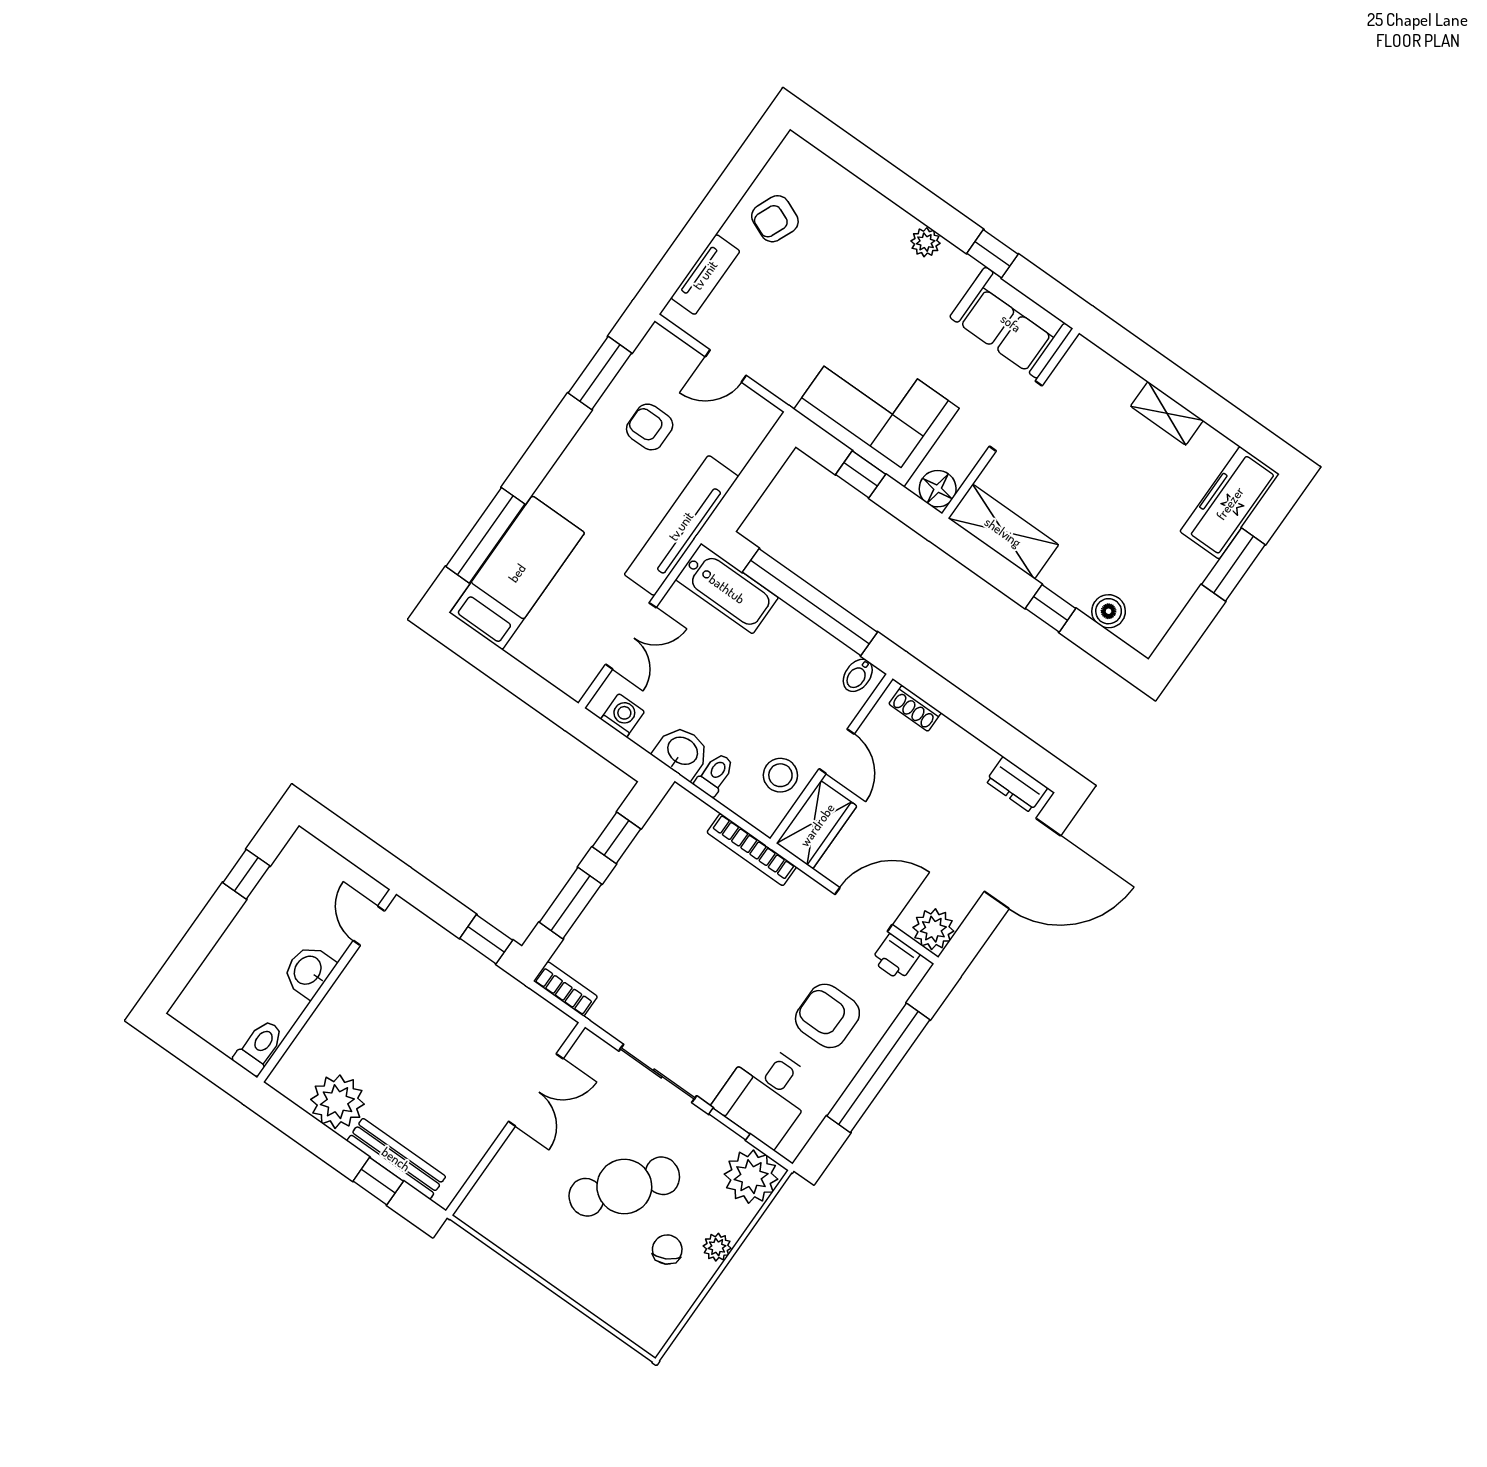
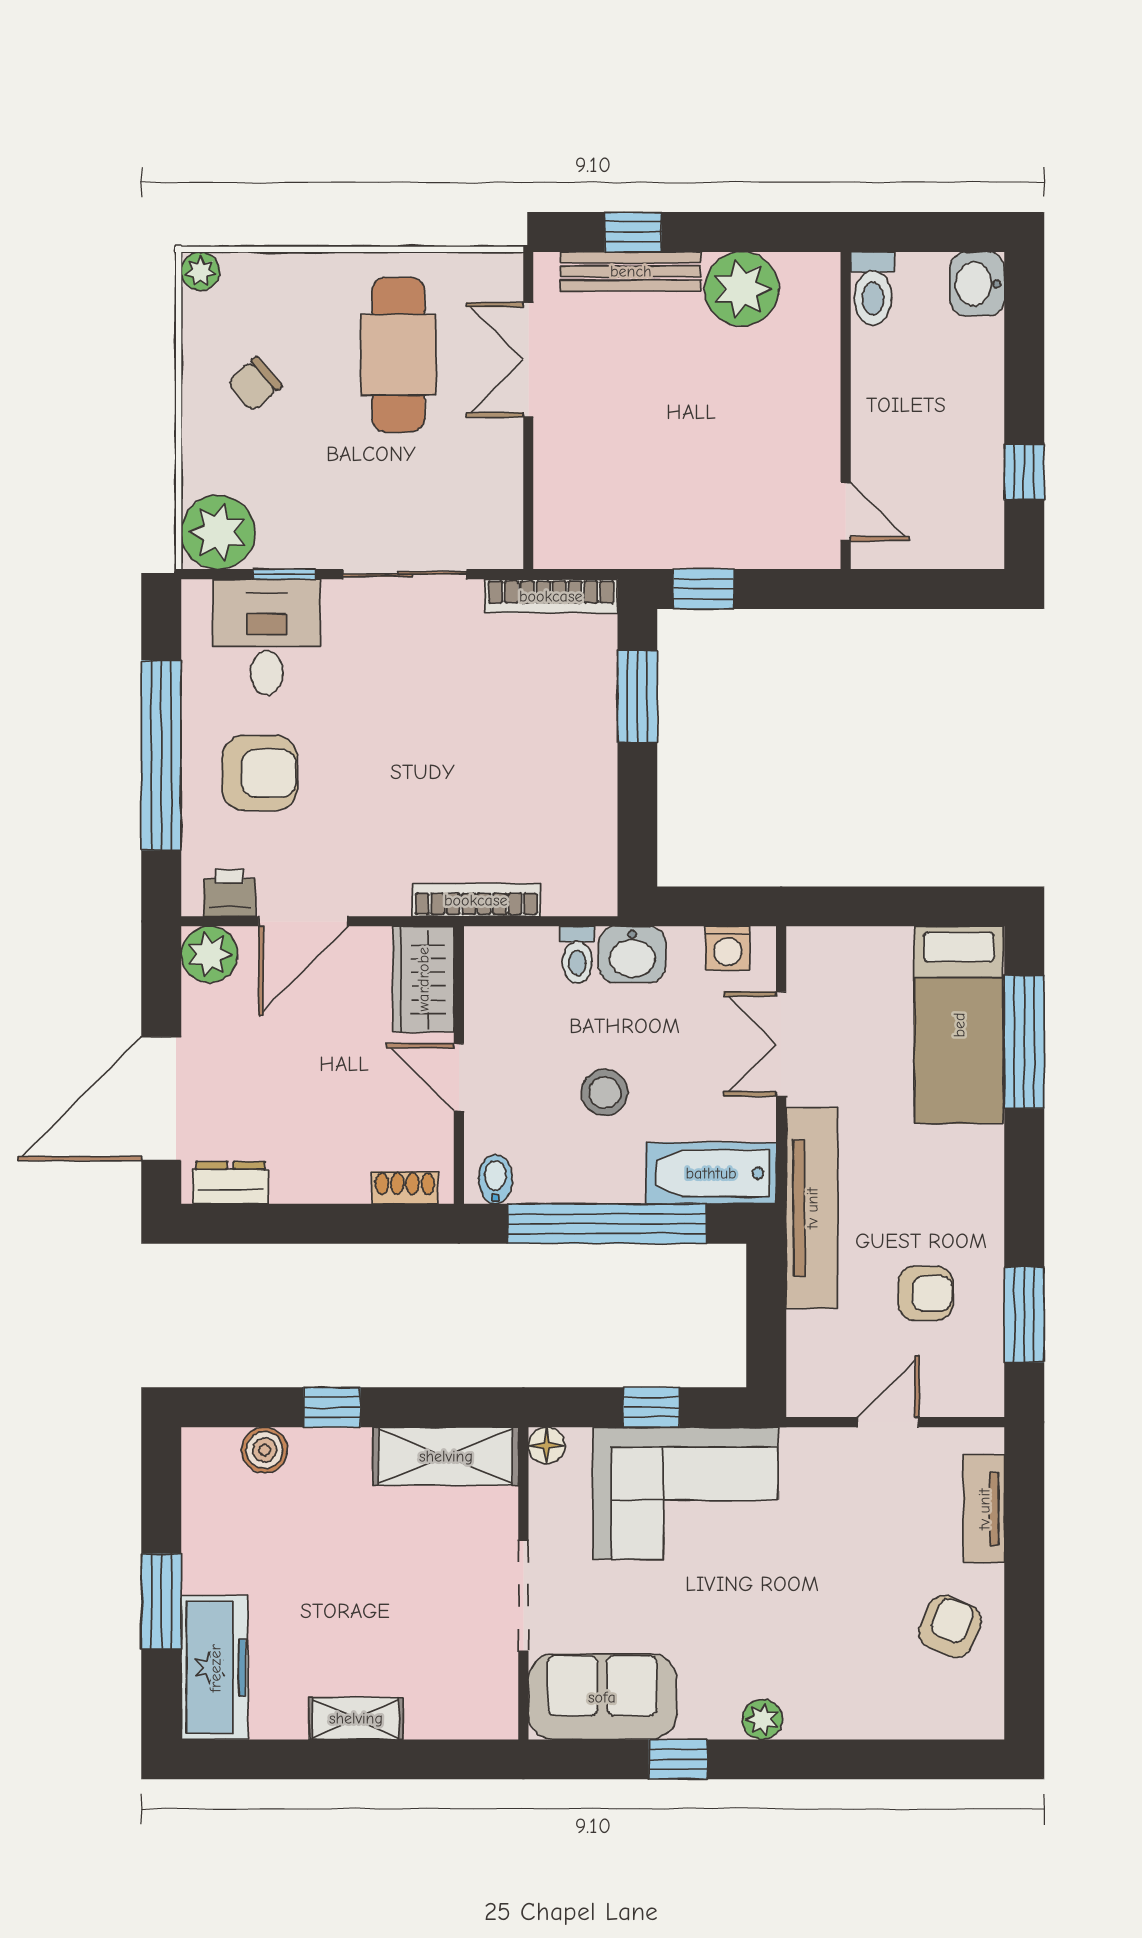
floor lamp: (938, 489) -> (547, 1445), width x0.73, depth x0.73
stool: (780, 775) -> (605, 1093), moved
window: (617, 838) -> (637, 806), removed
washbasin: (309, 971) -> (977, 284), moved, turned 180
bookcase: (565, 989) -> (551, 596), width x1.56
double door: (536, 1090) -> (528, 360), moved
cafe table: (624, 1186) -> (398, 355), moved, turned -39
plant: (717, 1247) -> (200, 271), moved
chair: (667, 1250) -> (255, 384), turned 77

